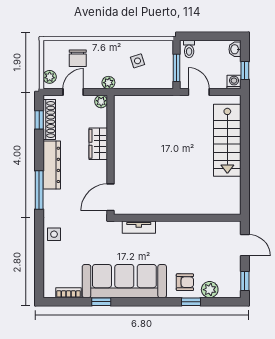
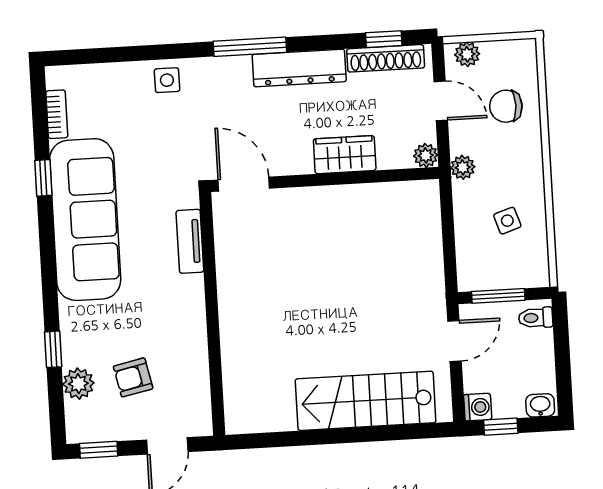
armchair: (185, 282) -> (133, 377), moved, turned 78

